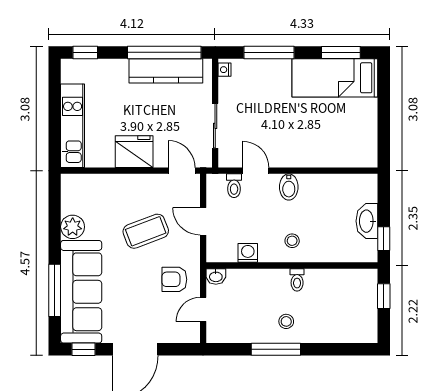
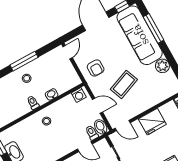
bidet: (289, 187) -> (101, 127), moved
washing machine: (248, 253) -> (79, 95), moved
washbasin: (216, 276) -> (52, 94), moved
armchair: (174, 279) -> (96, 68), turned 90
door: (203, 309) -> (68, 52), moved

